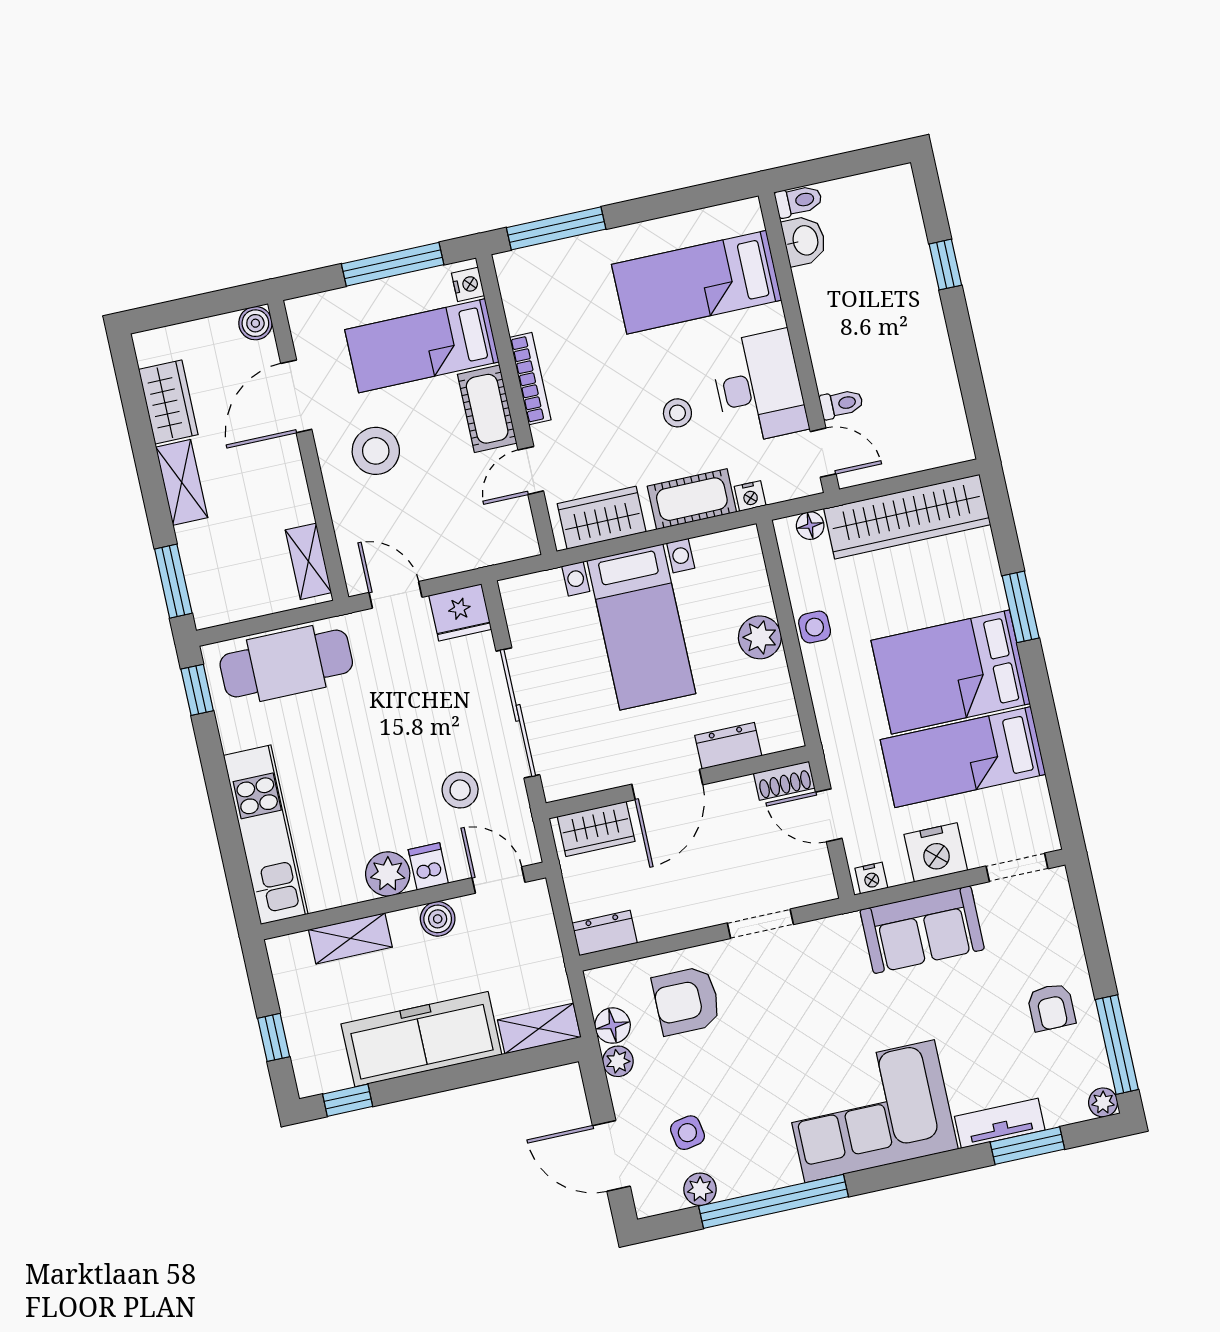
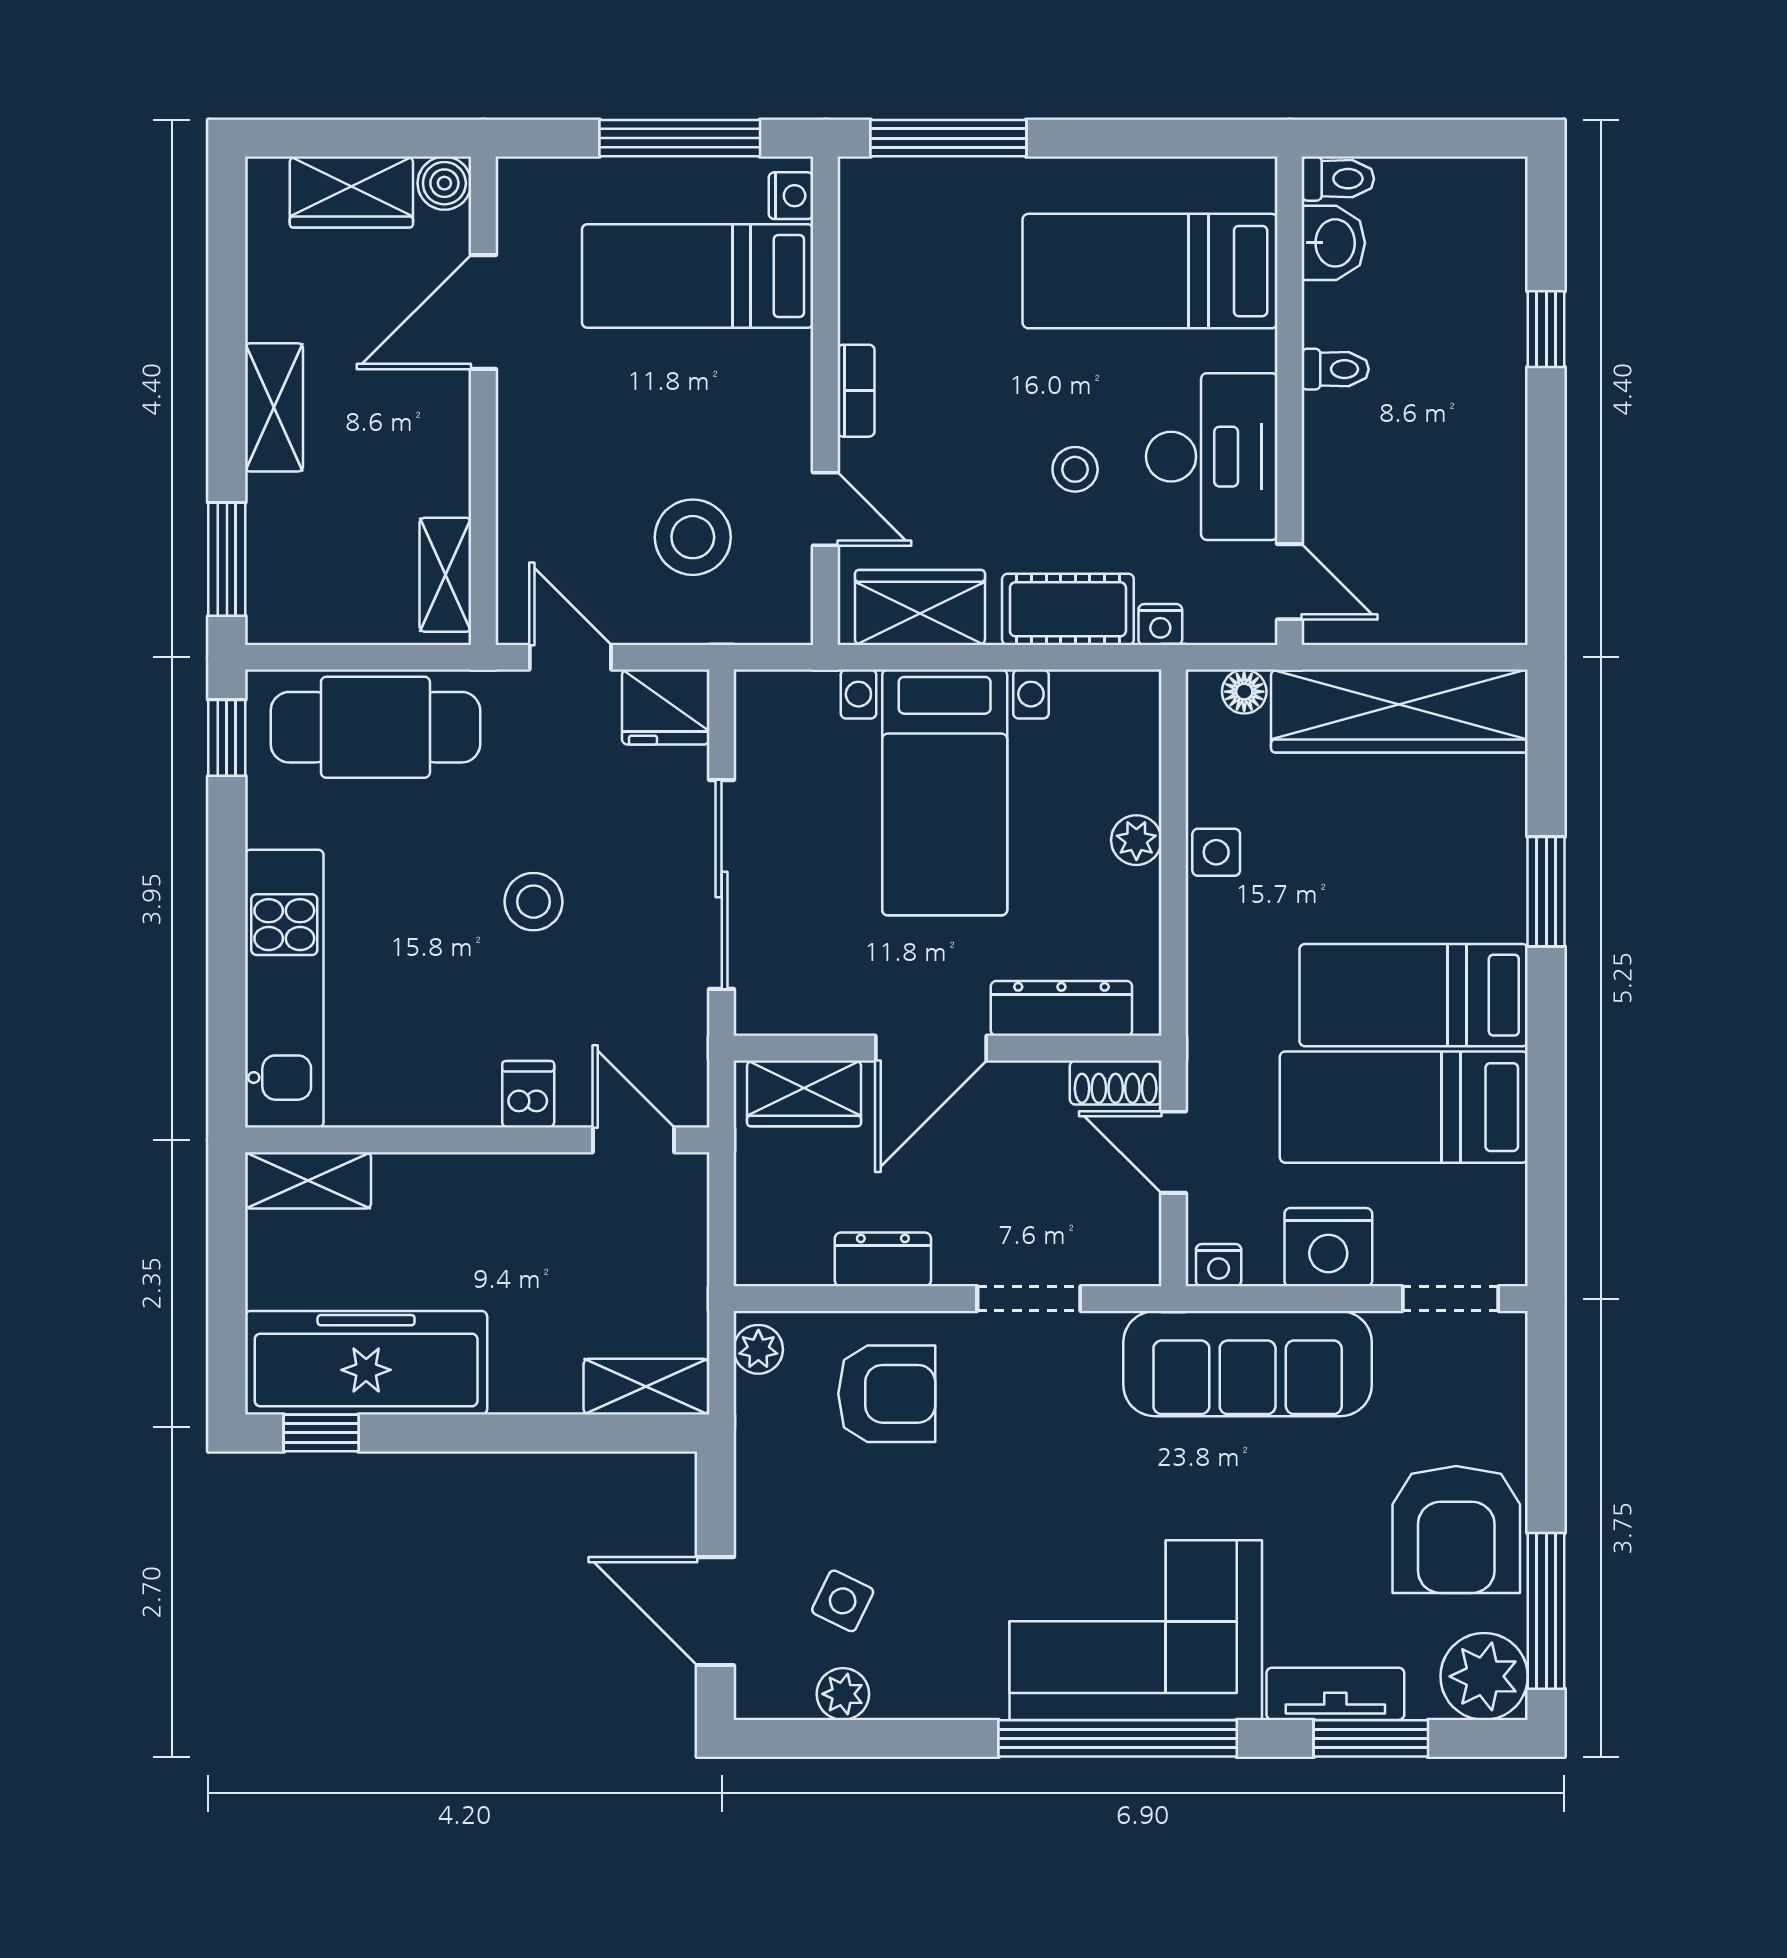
bookcase: (530, 379) -> (856, 391), width x0.64
wardrobe: (168, 402) -> (351, 192), moved, turned 90
toilet: (841, 404) -> (1335, 369), moved
cot: (487, 409) -> (778, 397), removed
stool: (376, 451) -> (693, 537), moved
door: (531, 470) -> (825, 509), swing flipped
plant: (760, 637) -> (1136, 840), width x0.73, depth x0.73
bed: (950, 672) -> (1414, 995), width x0.67
dresser: (728, 746) -> (1061, 1008), width x1.44
stool: (460, 790) -> (534, 902), moved
plant: (388, 874) -> (462, 1092), removed
boiler: (438, 919) -> (525, 1180), removed
sofa: (922, 930) -> (1248, 1364), width x1.36
dresser: (605, 933) -> (883, 1259), moved
shelving: (350, 938) -> (308, 1180), moved
armchair: (687, 1001) -> (887, 1394), turned 180
armchair: (1051, 1007) -> (1456, 1530), width x1.88, depth x1.88
floor lamp: (613, 1026) -> (762, 1407), removed
window: (274, 1037) -> (227, 1309), removed
freezer: (421, 1039) -> (366, 1363), moved
plant: (618, 1061) -> (758, 1349), moved
plant: (1103, 1102) -> (1484, 1676), width x1.88, depth x1.88
side table: (687, 1133) -> (843, 1601), turned 36
window: (774, 1201) -> (1118, 1738), moved

